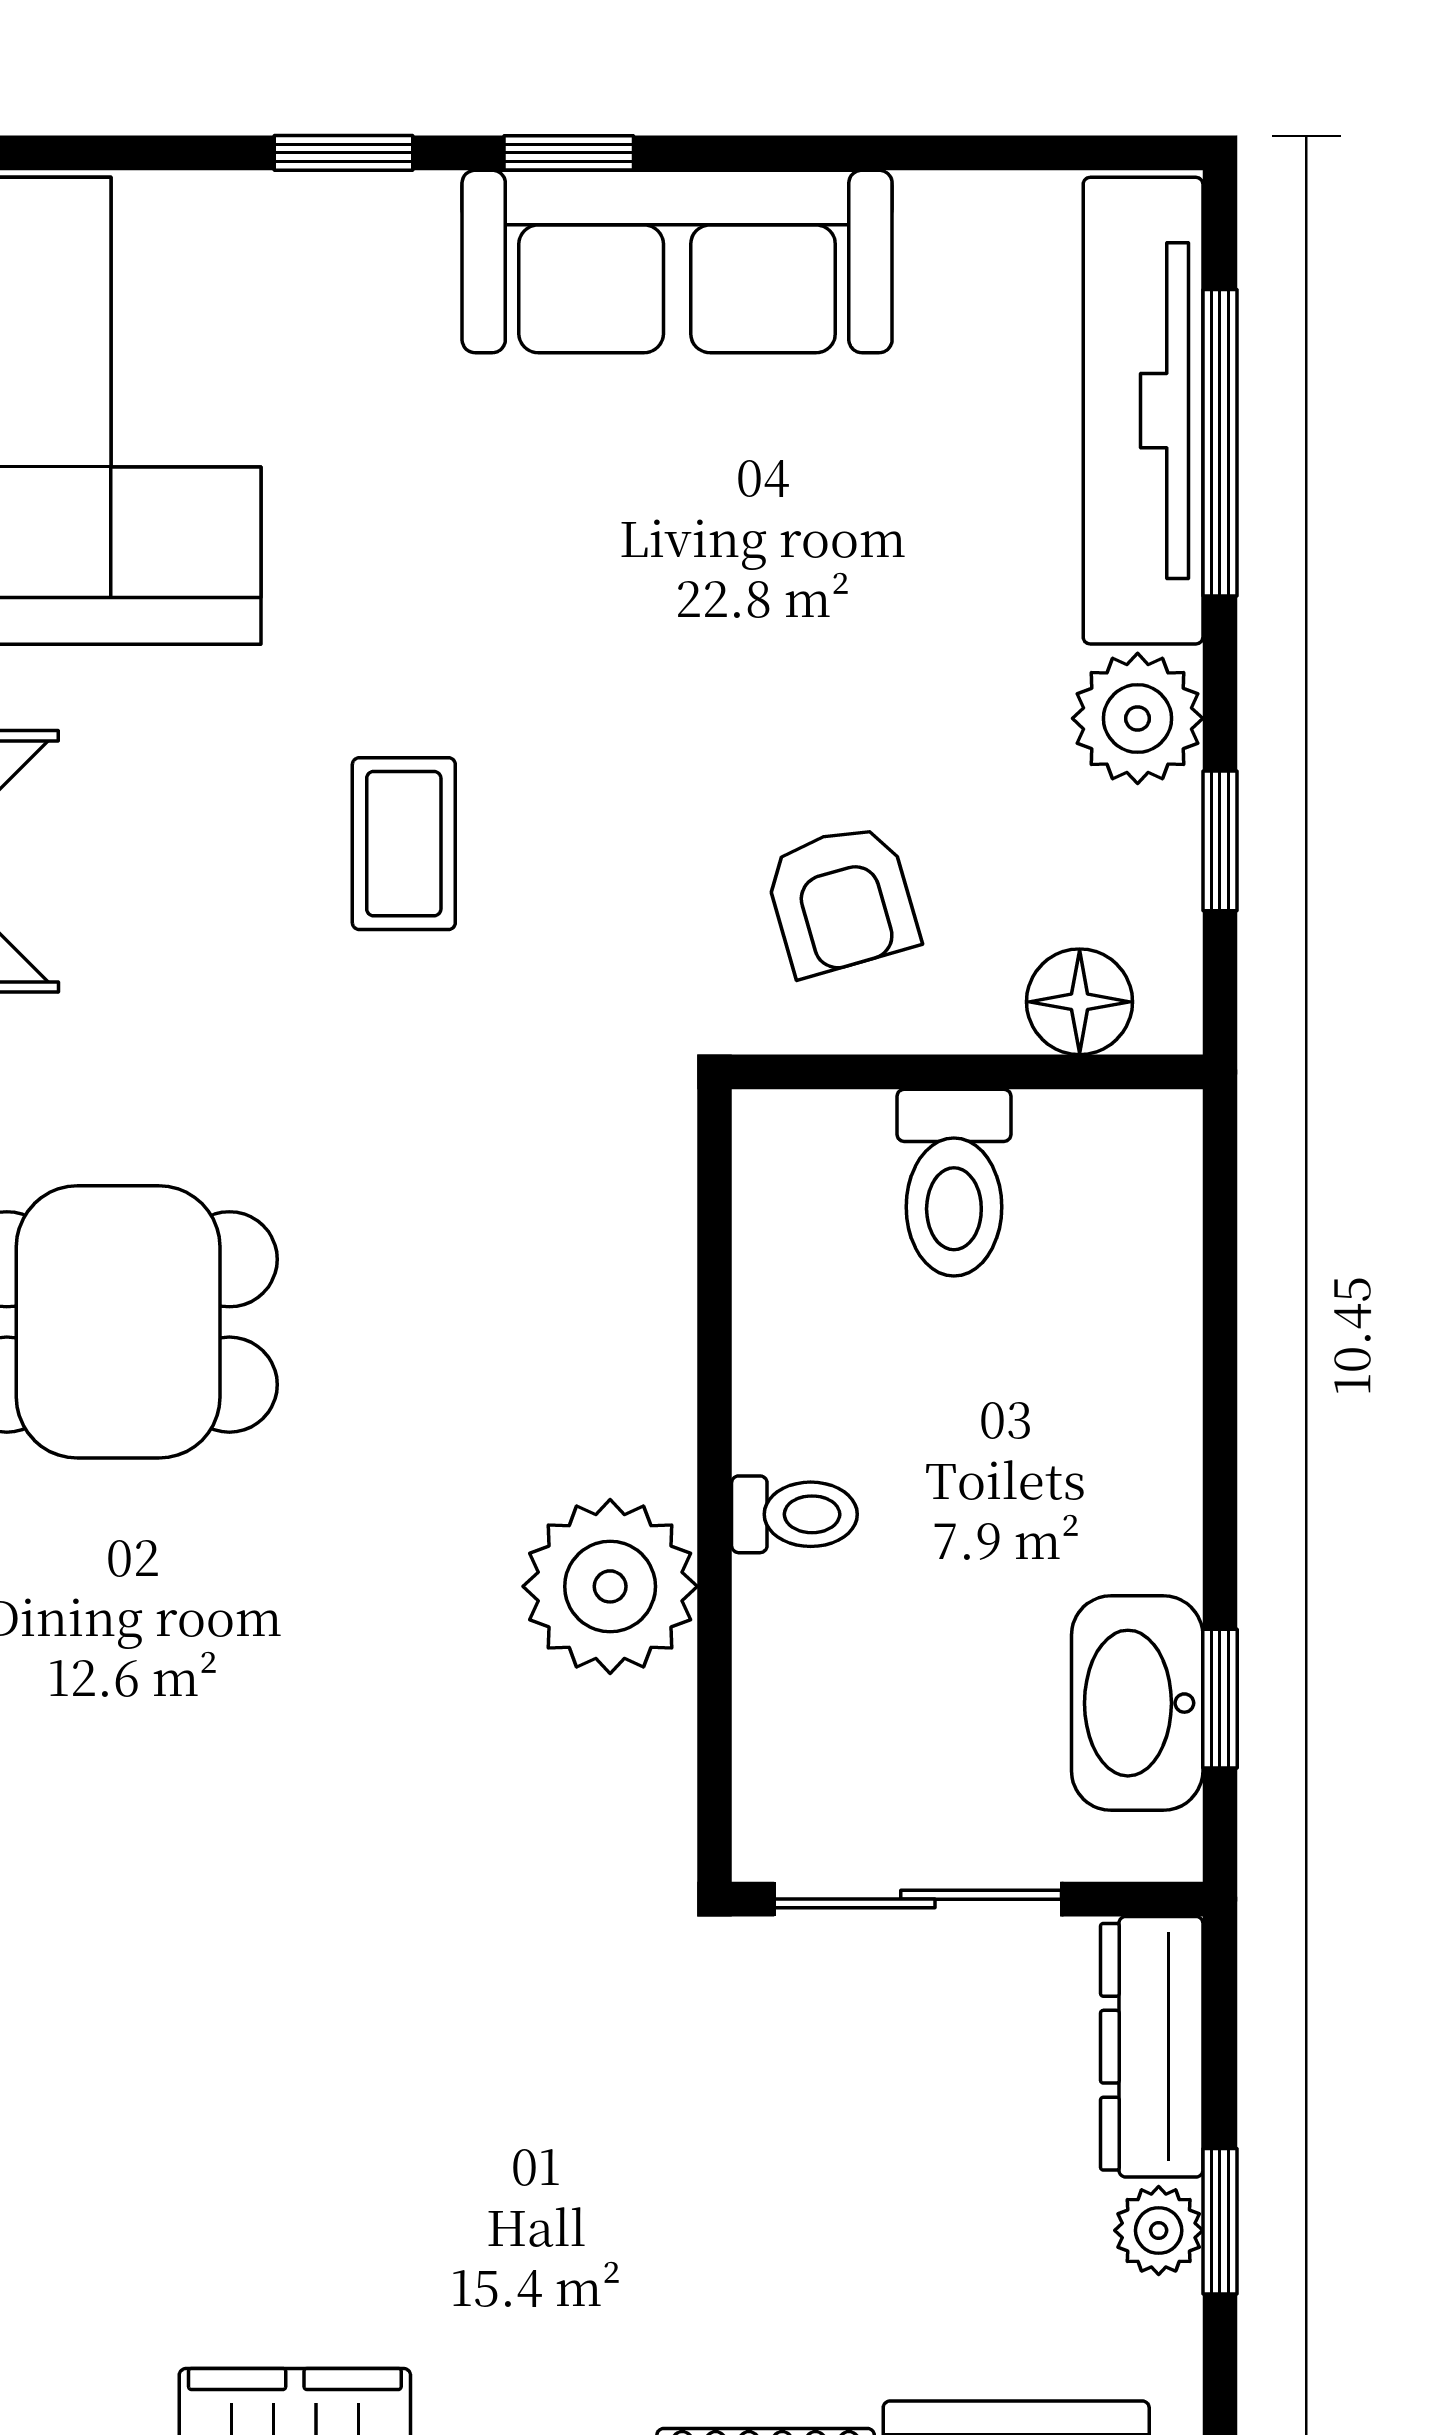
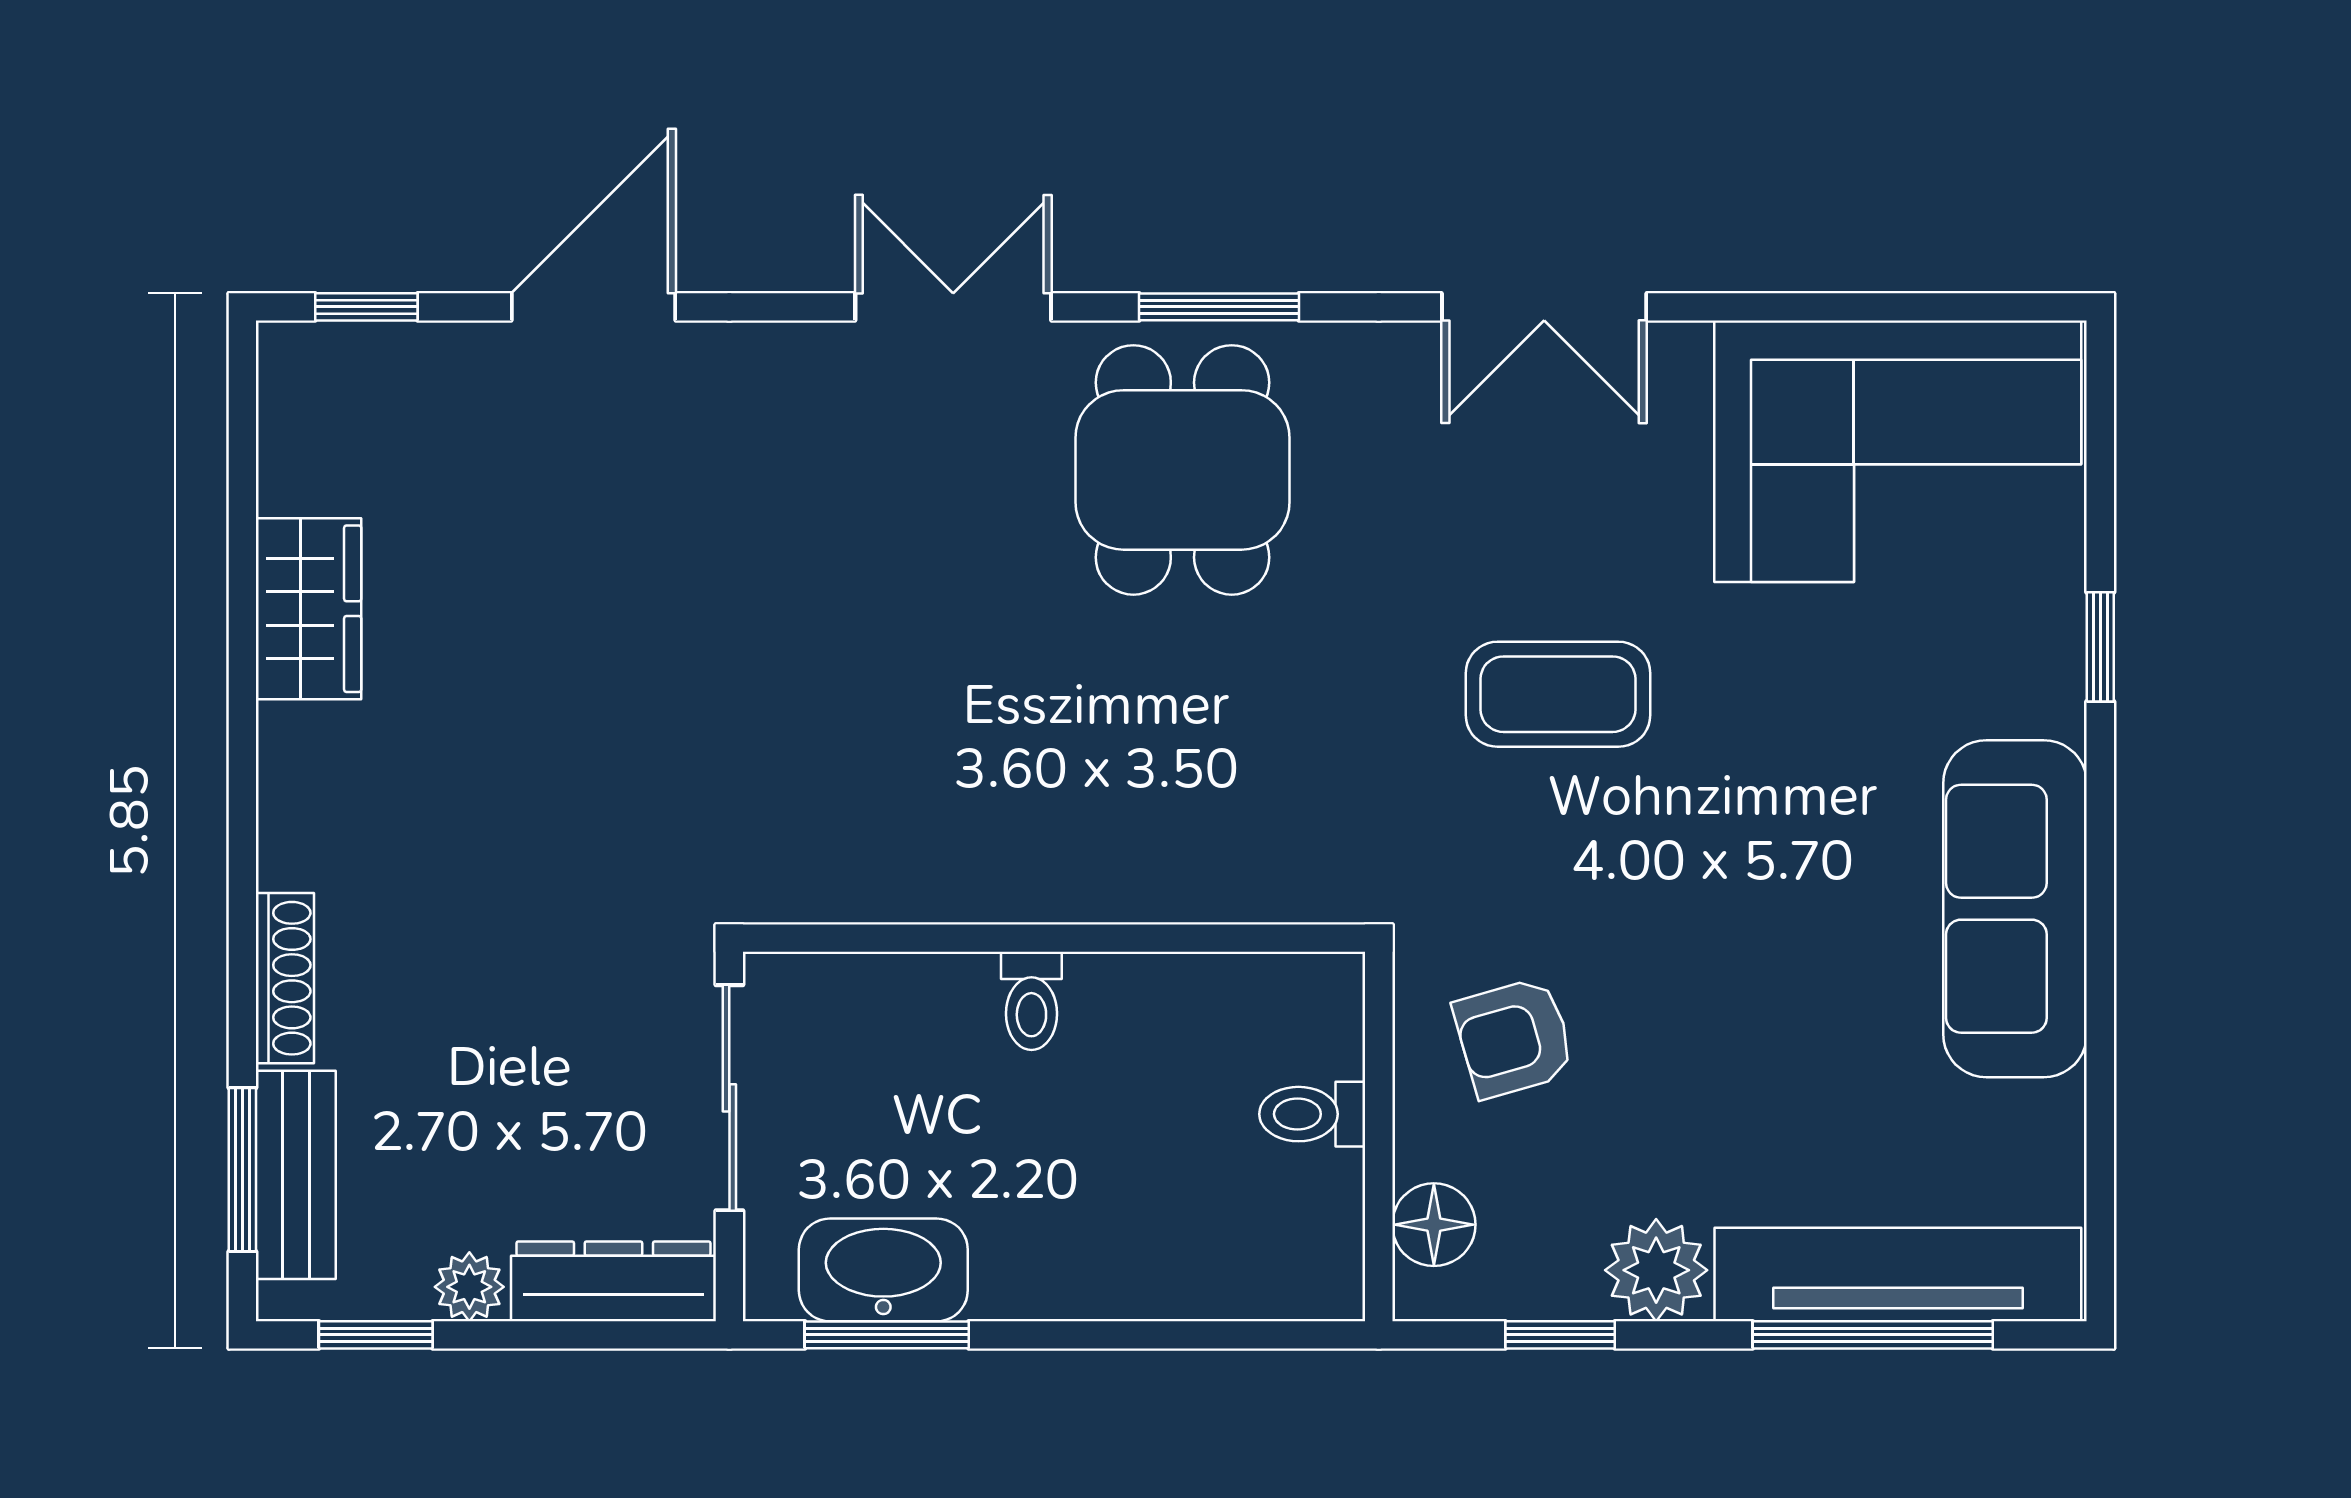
window: (569, 153) -> (2100, 824), removed
coffee table: (404, 844) -> (1558, 694), width x1.36, depth x1.30
toilet: (954, 1183) -> (1312, 1114), width x0.73, depth x0.72
plant: (610, 1586) -> (975, 856), removed
window: (1220, 1699) -> (887, 1335), width x1.50
window: (1220, 2221) -> (376, 1335), moved

